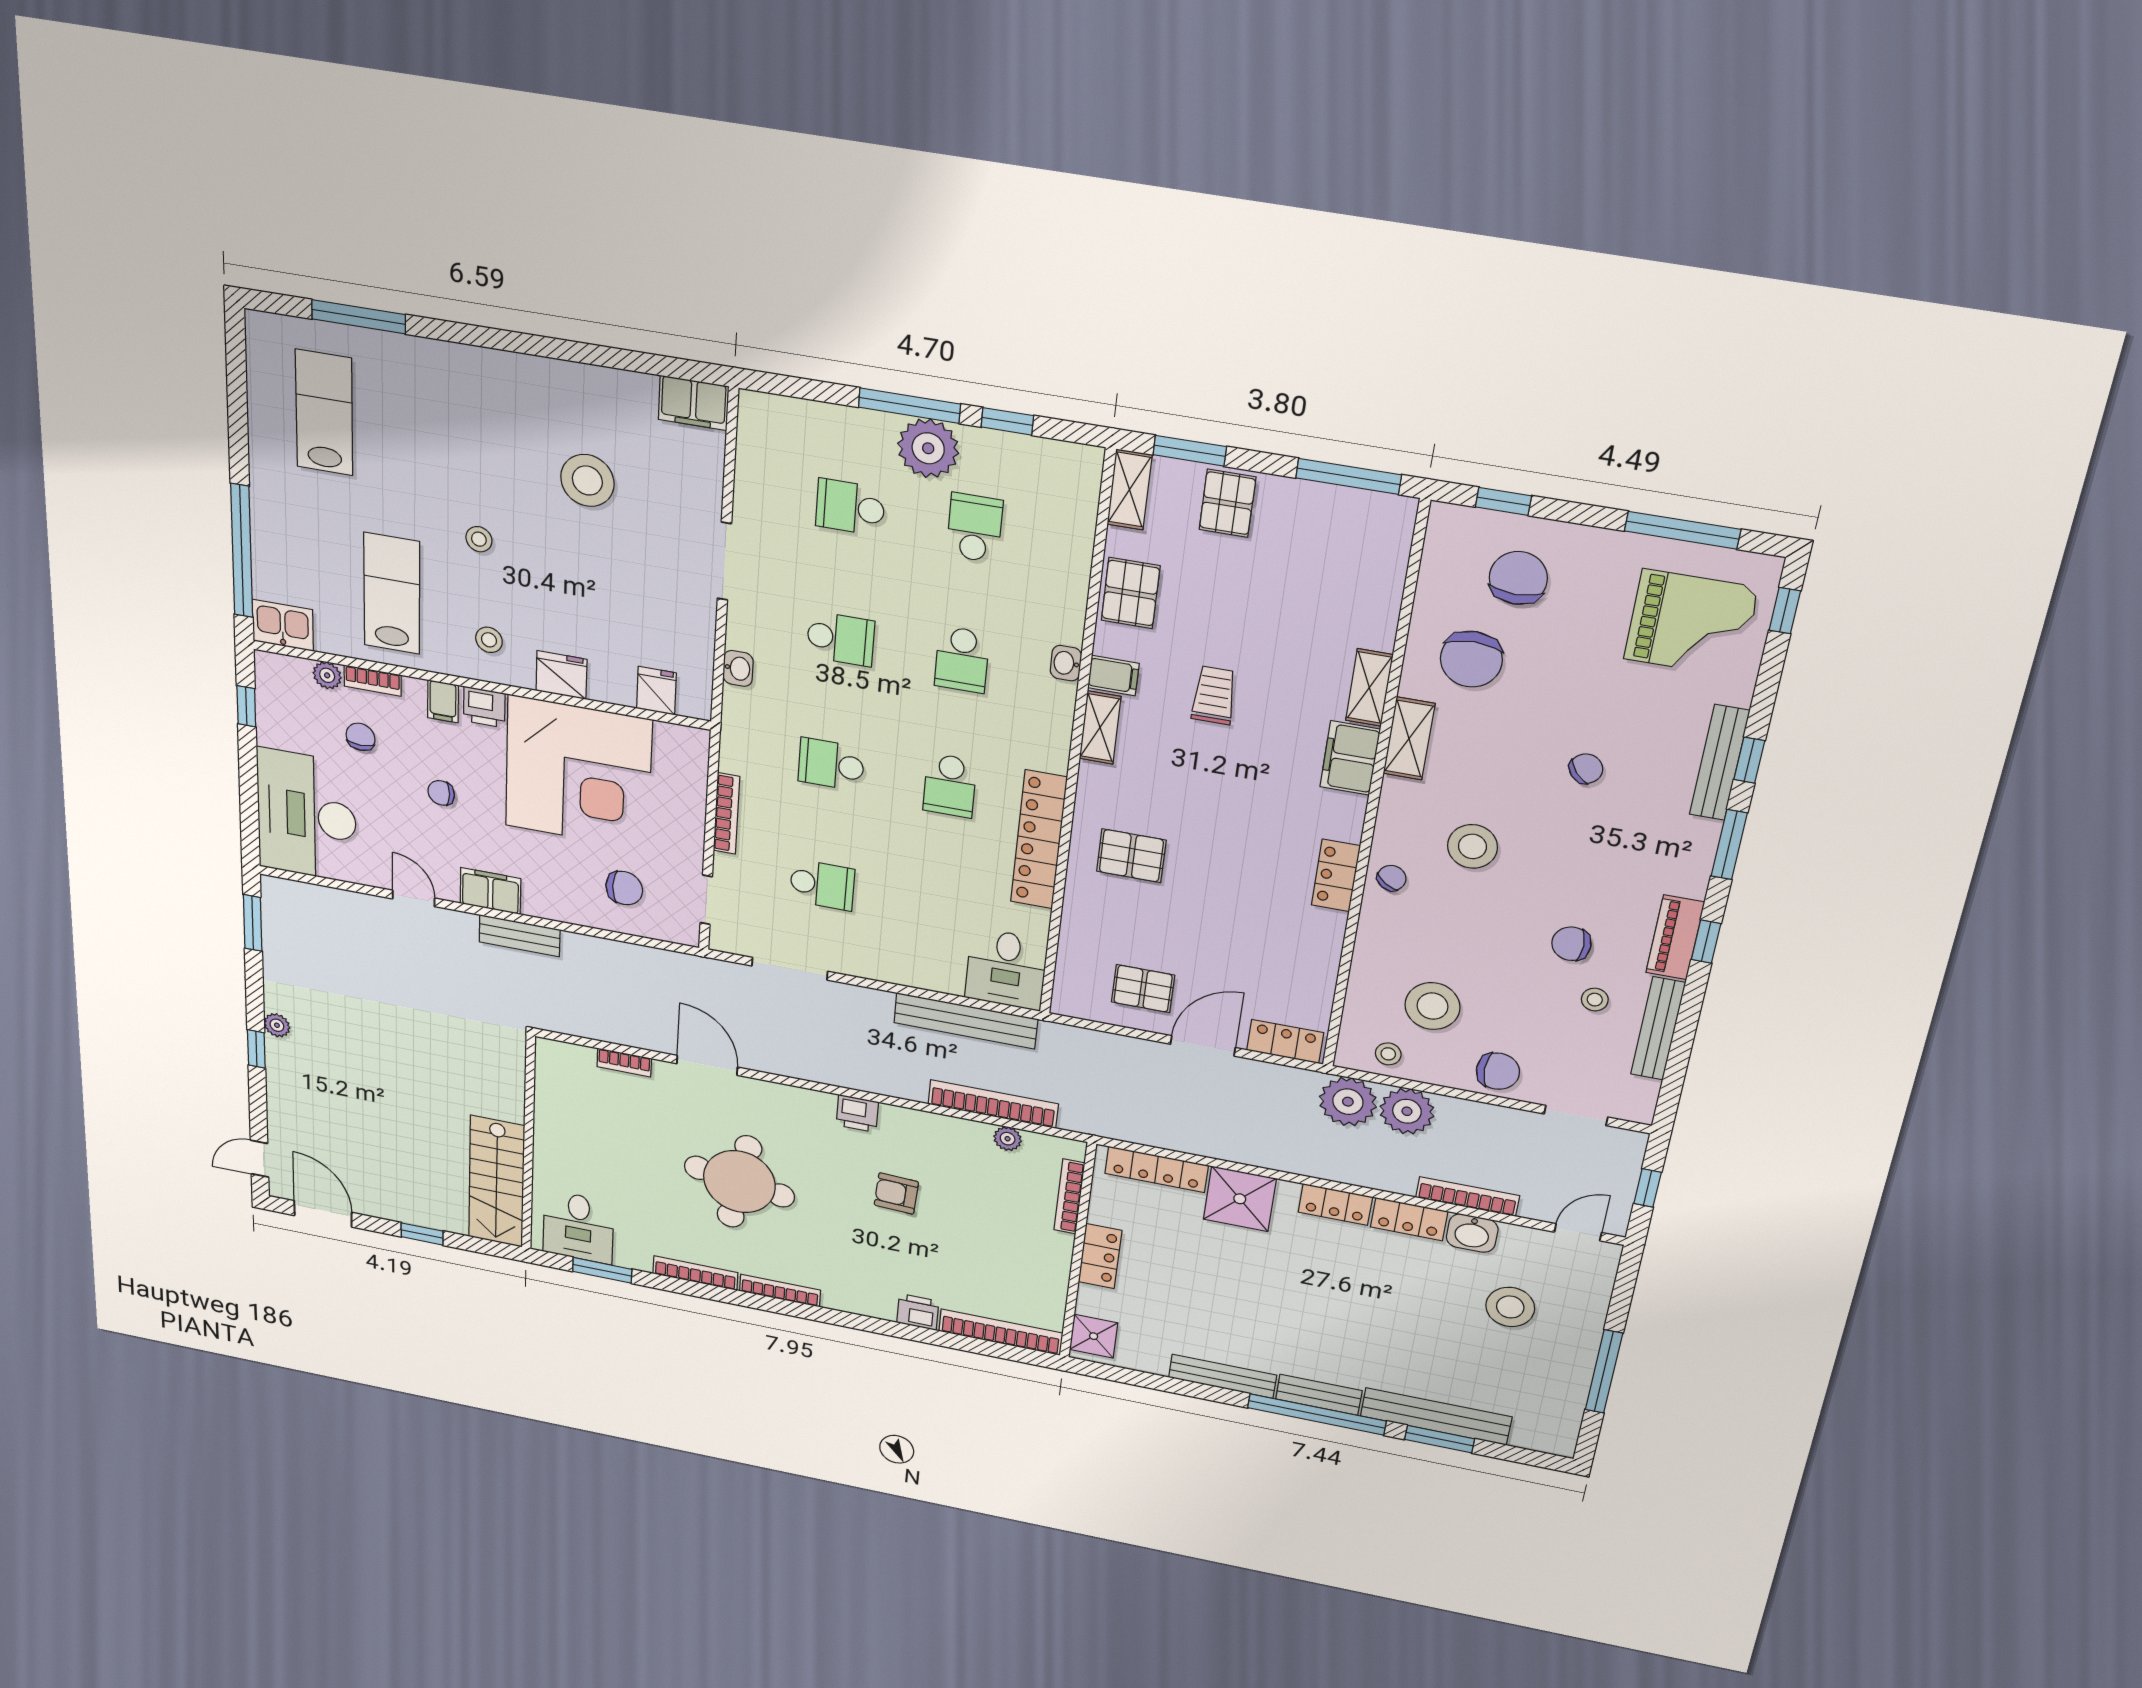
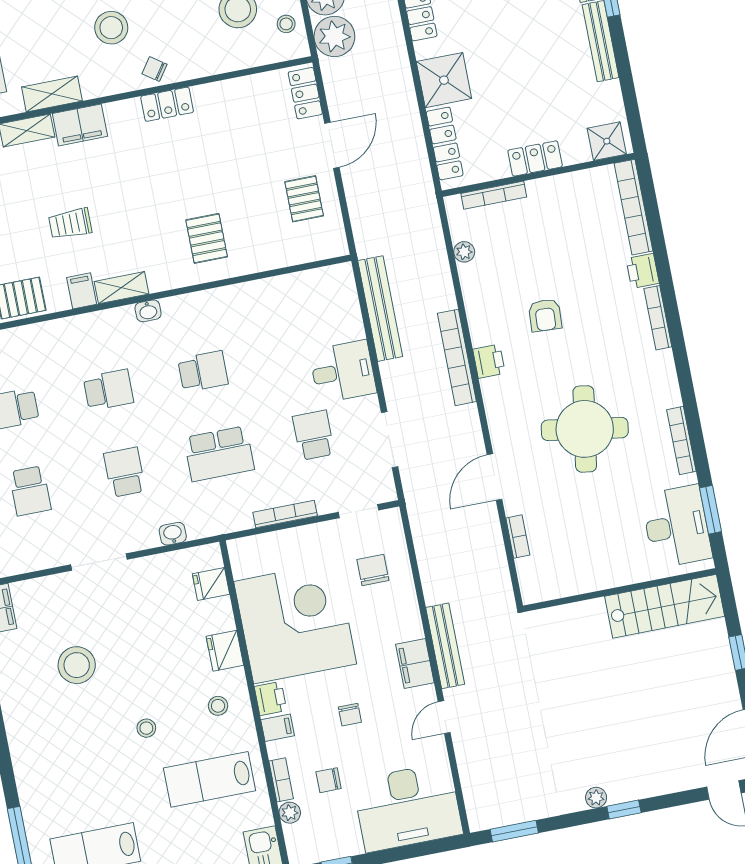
washbasin: (1066, 663) -> (148, 311), moved
school desk: (831, 764) -> (219, 454), width x1.85
locker: (1039, 840) -> (219, 302), removed
bench: (520, 936) -> (445, 646), width x1.36
desk: (1006, 969) -> (343, 372), moved
door: (1203, 1046) -> (332, 145), swing flipped
bookcase: (993, 1104) -> (457, 357), moved
desk: (578, 1227) -> (677, 526), width x1.37
bookcase: (780, 1291) -> (658, 318), moved

